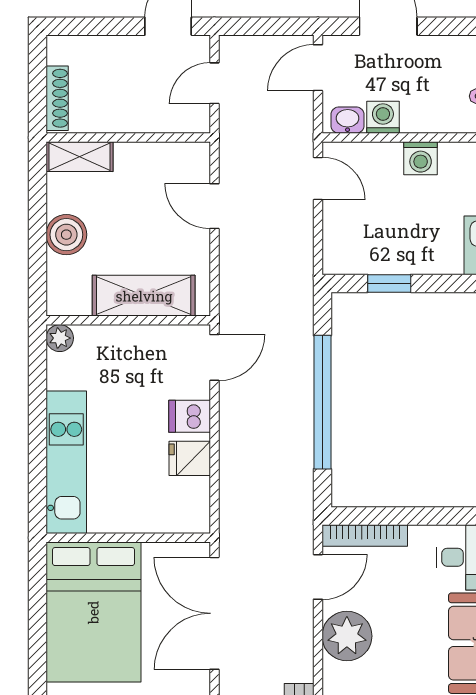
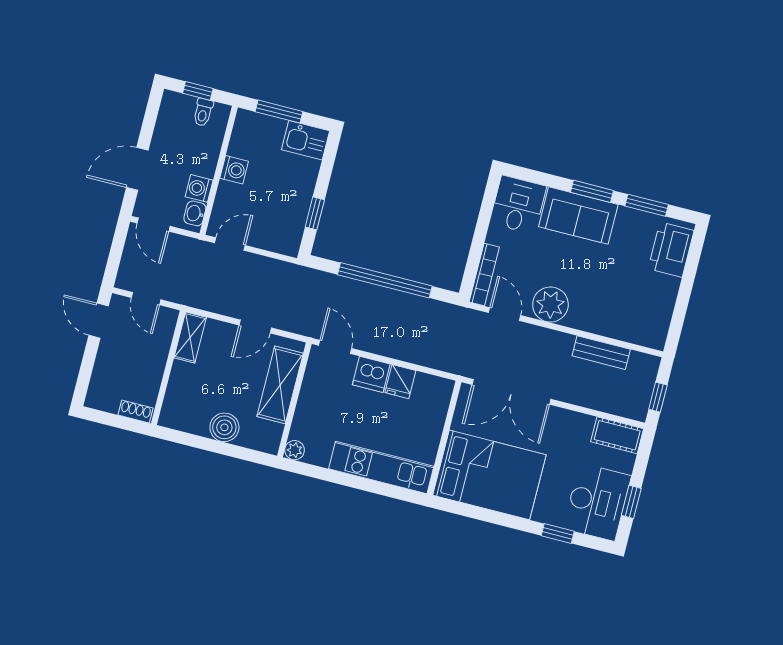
shoe rack: (57, 98) -> (135, 411), width x0.70
shelving: (80, 157) -> (190, 337), moved
door: (214, 206) -> (255, 327), moved
dishwasher: (190, 416) -> (371, 374), width x1.38

